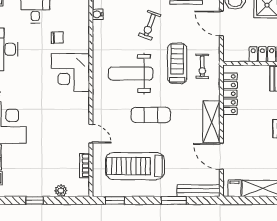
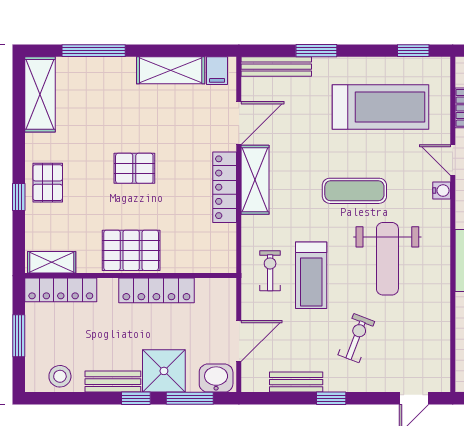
water cooler: (98, 14) -> (442, 191), moved
door: (221, 23) -> (239, 341), hinge flipped
weight bench: (131, 74) -> (387, 259), turned 90
locker: (230, 94) -> (225, 187), moved
door: (221, 156) -> (239, 123), hinge flipped

